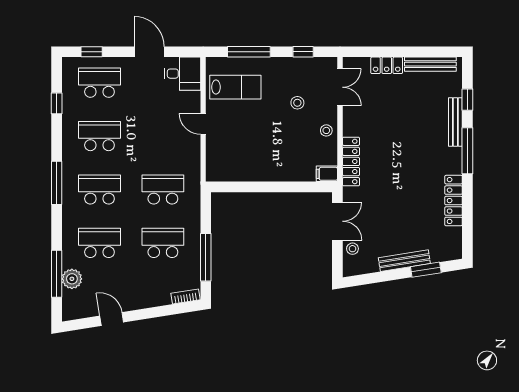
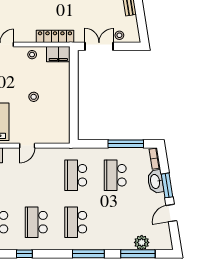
window: (57, 103) -> (24, 254), moved
stool: (297, 103) -> (34, 97), moved
filing cabinet: (327, 174) -> (58, 54), width x2.00
window: (57, 183) -> (88, 254), moved
school desk: (99, 243) -> (115, 222), removed
washbasin: (155, 298) -> (155, 181), added
window: (149, 313) -> (167, 185), added

